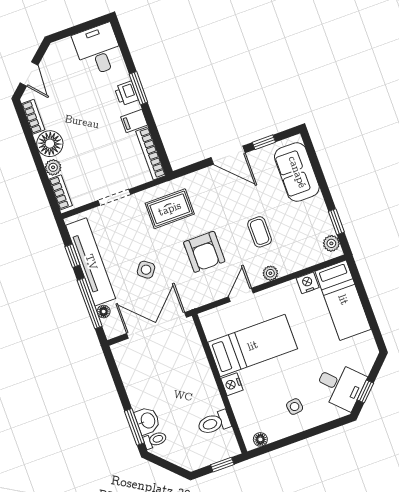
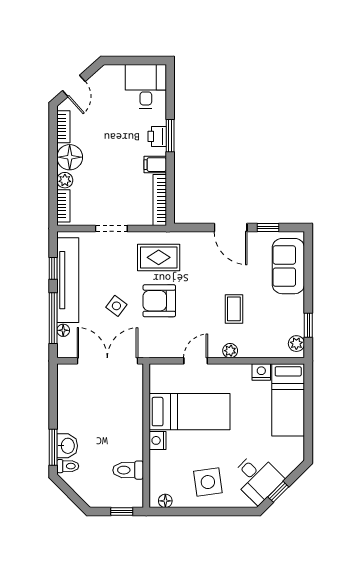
armchair: (204, 252) -> (159, 301), moved, turned 90
side table: (295, 407) -> (208, 482), width x1.87, depth x1.87

